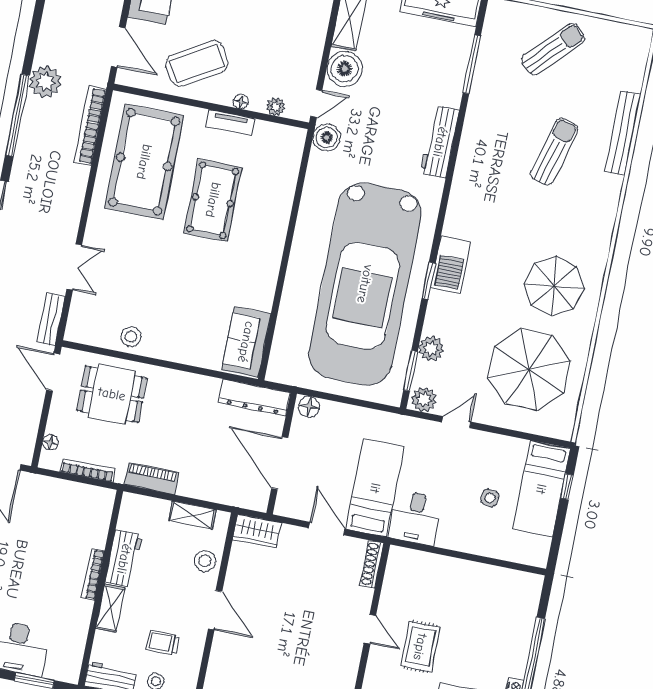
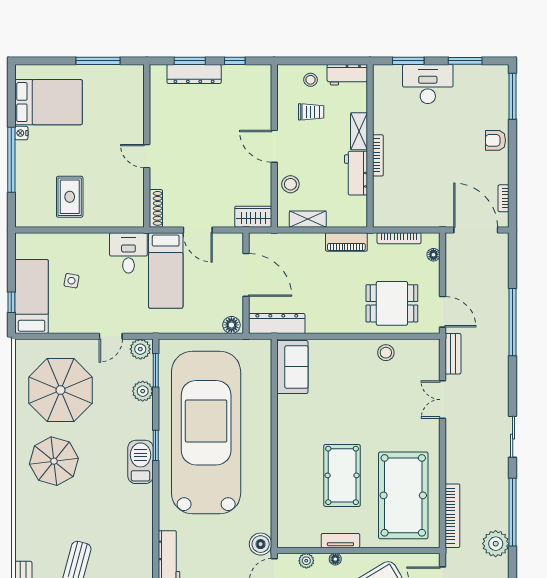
rug: (420, 647) -> (70, 197), moved

